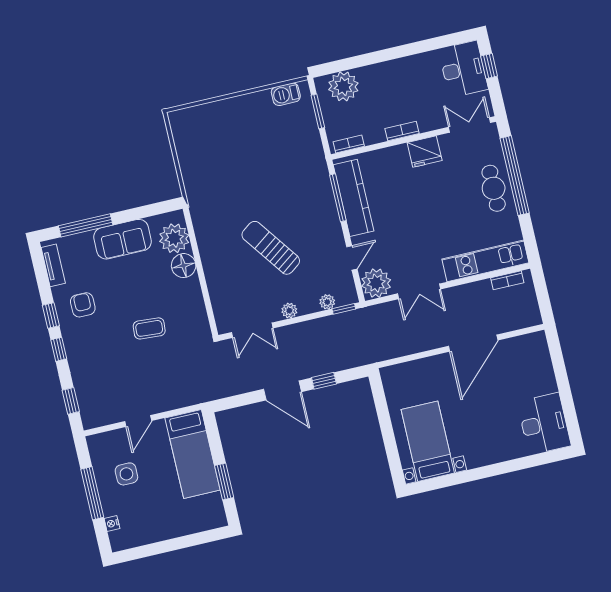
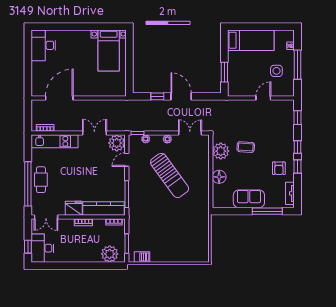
kitchen counter: (354, 198) -> (104, 209), moved, turned 90
plant: (174, 238) -> (221, 151), moved
sun lounger: (271, 248) -> (170, 175), width x1.36, depth x1.34
door: (473, 343) -> (59, 98), moved
bed: (193, 454) -> (251, 40), moved, turned 90
window: (224, 482) -> (224, 72), moved

